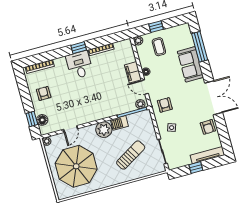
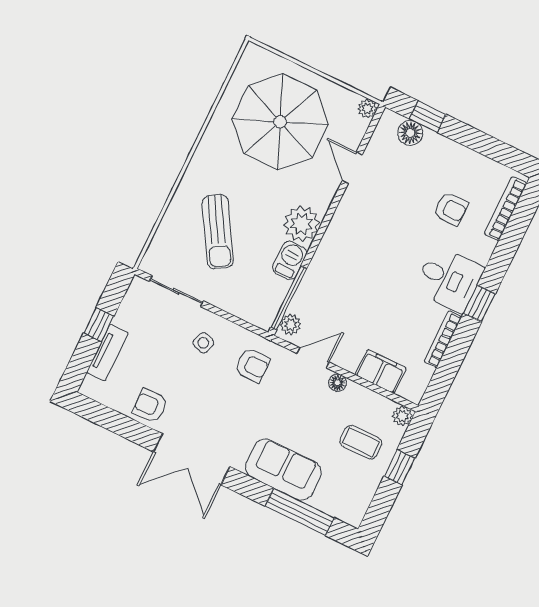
filing cabinet: (133, 72) -> (381, 371), moved
armchair: (44, 93) -> (451, 209), moved
tv unit: (207, 155) -> (107, 353), width x0.71

